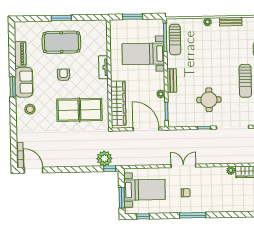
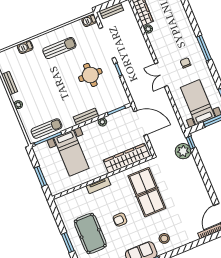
door: (146, 129) -> (140, 123), swing flipped

